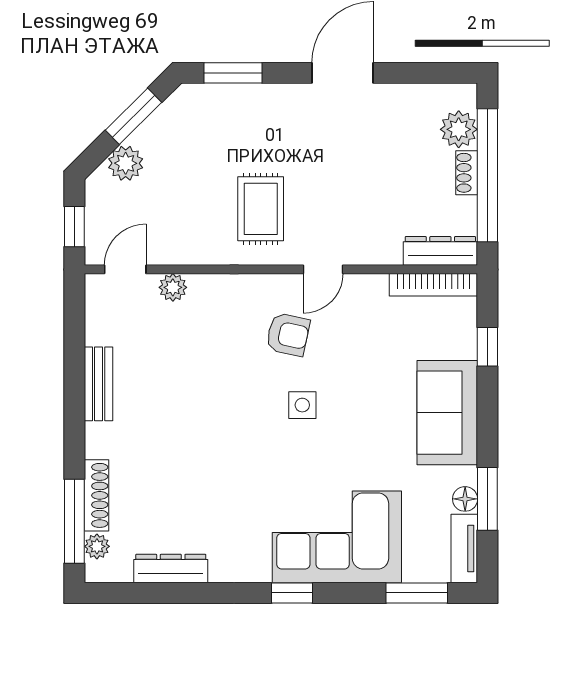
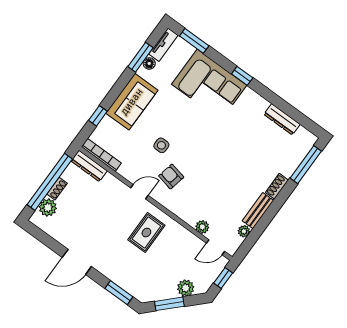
side table: (302, 405) -> (161, 145), moved
shoe rack: (97, 495) -> (277, 186), moved, width x0.70
plant: (97, 546) -> (244, 231), moved

